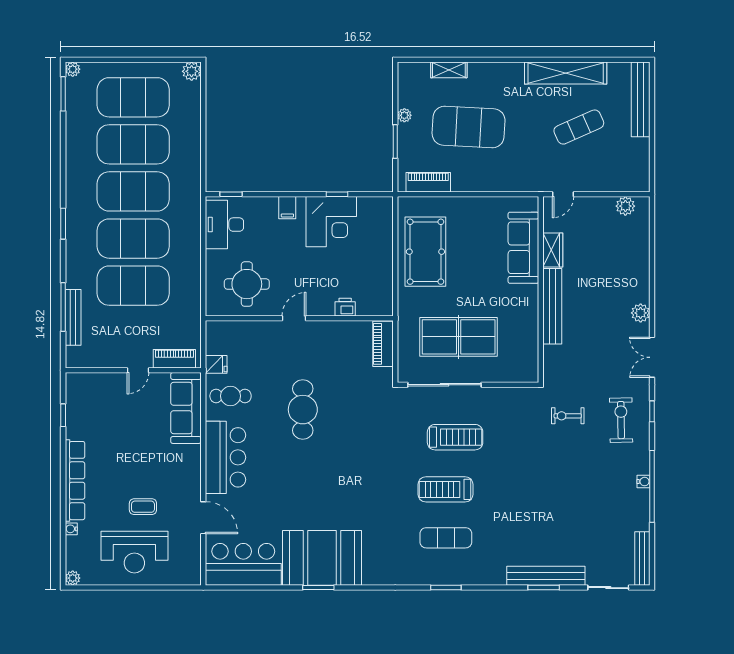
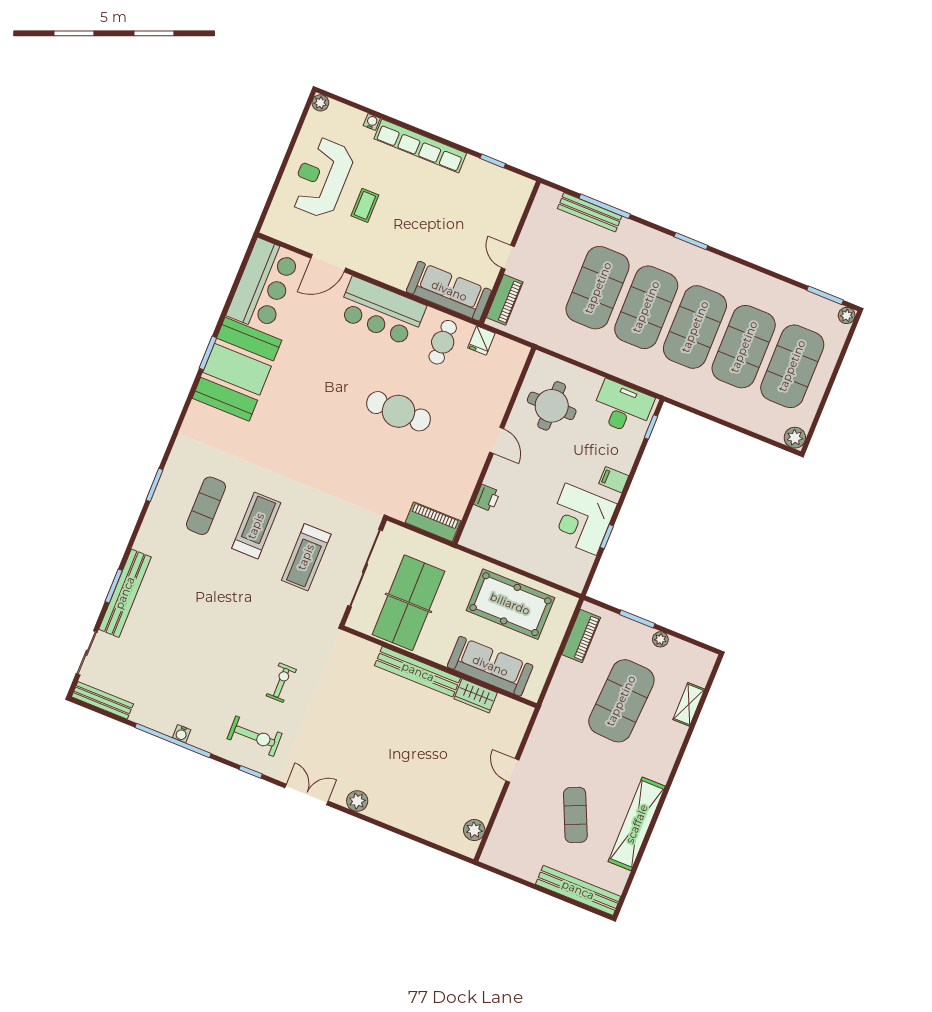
sofa: (523, 248) -> (490, 666), moved
wardrobe: (553, 250) -> (476, 696), moved
wall: (541, 290) -> (440, 667), moved
bench: (552, 306) -> (418, 672), moved

